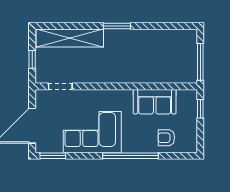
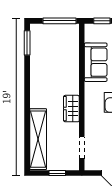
window: (117, 26) -> (27, 43), moved
wardrobe: (103, 75) -> (71, 109), added

